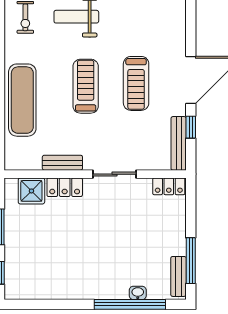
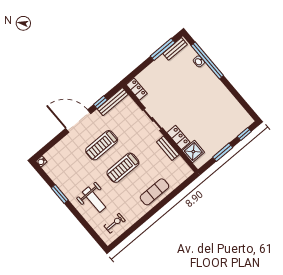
treadmill: (136, 83) -> (102, 145), turned 180
exercise mat: (22, 100) -> (154, 192), width x0.73, depth x0.69

